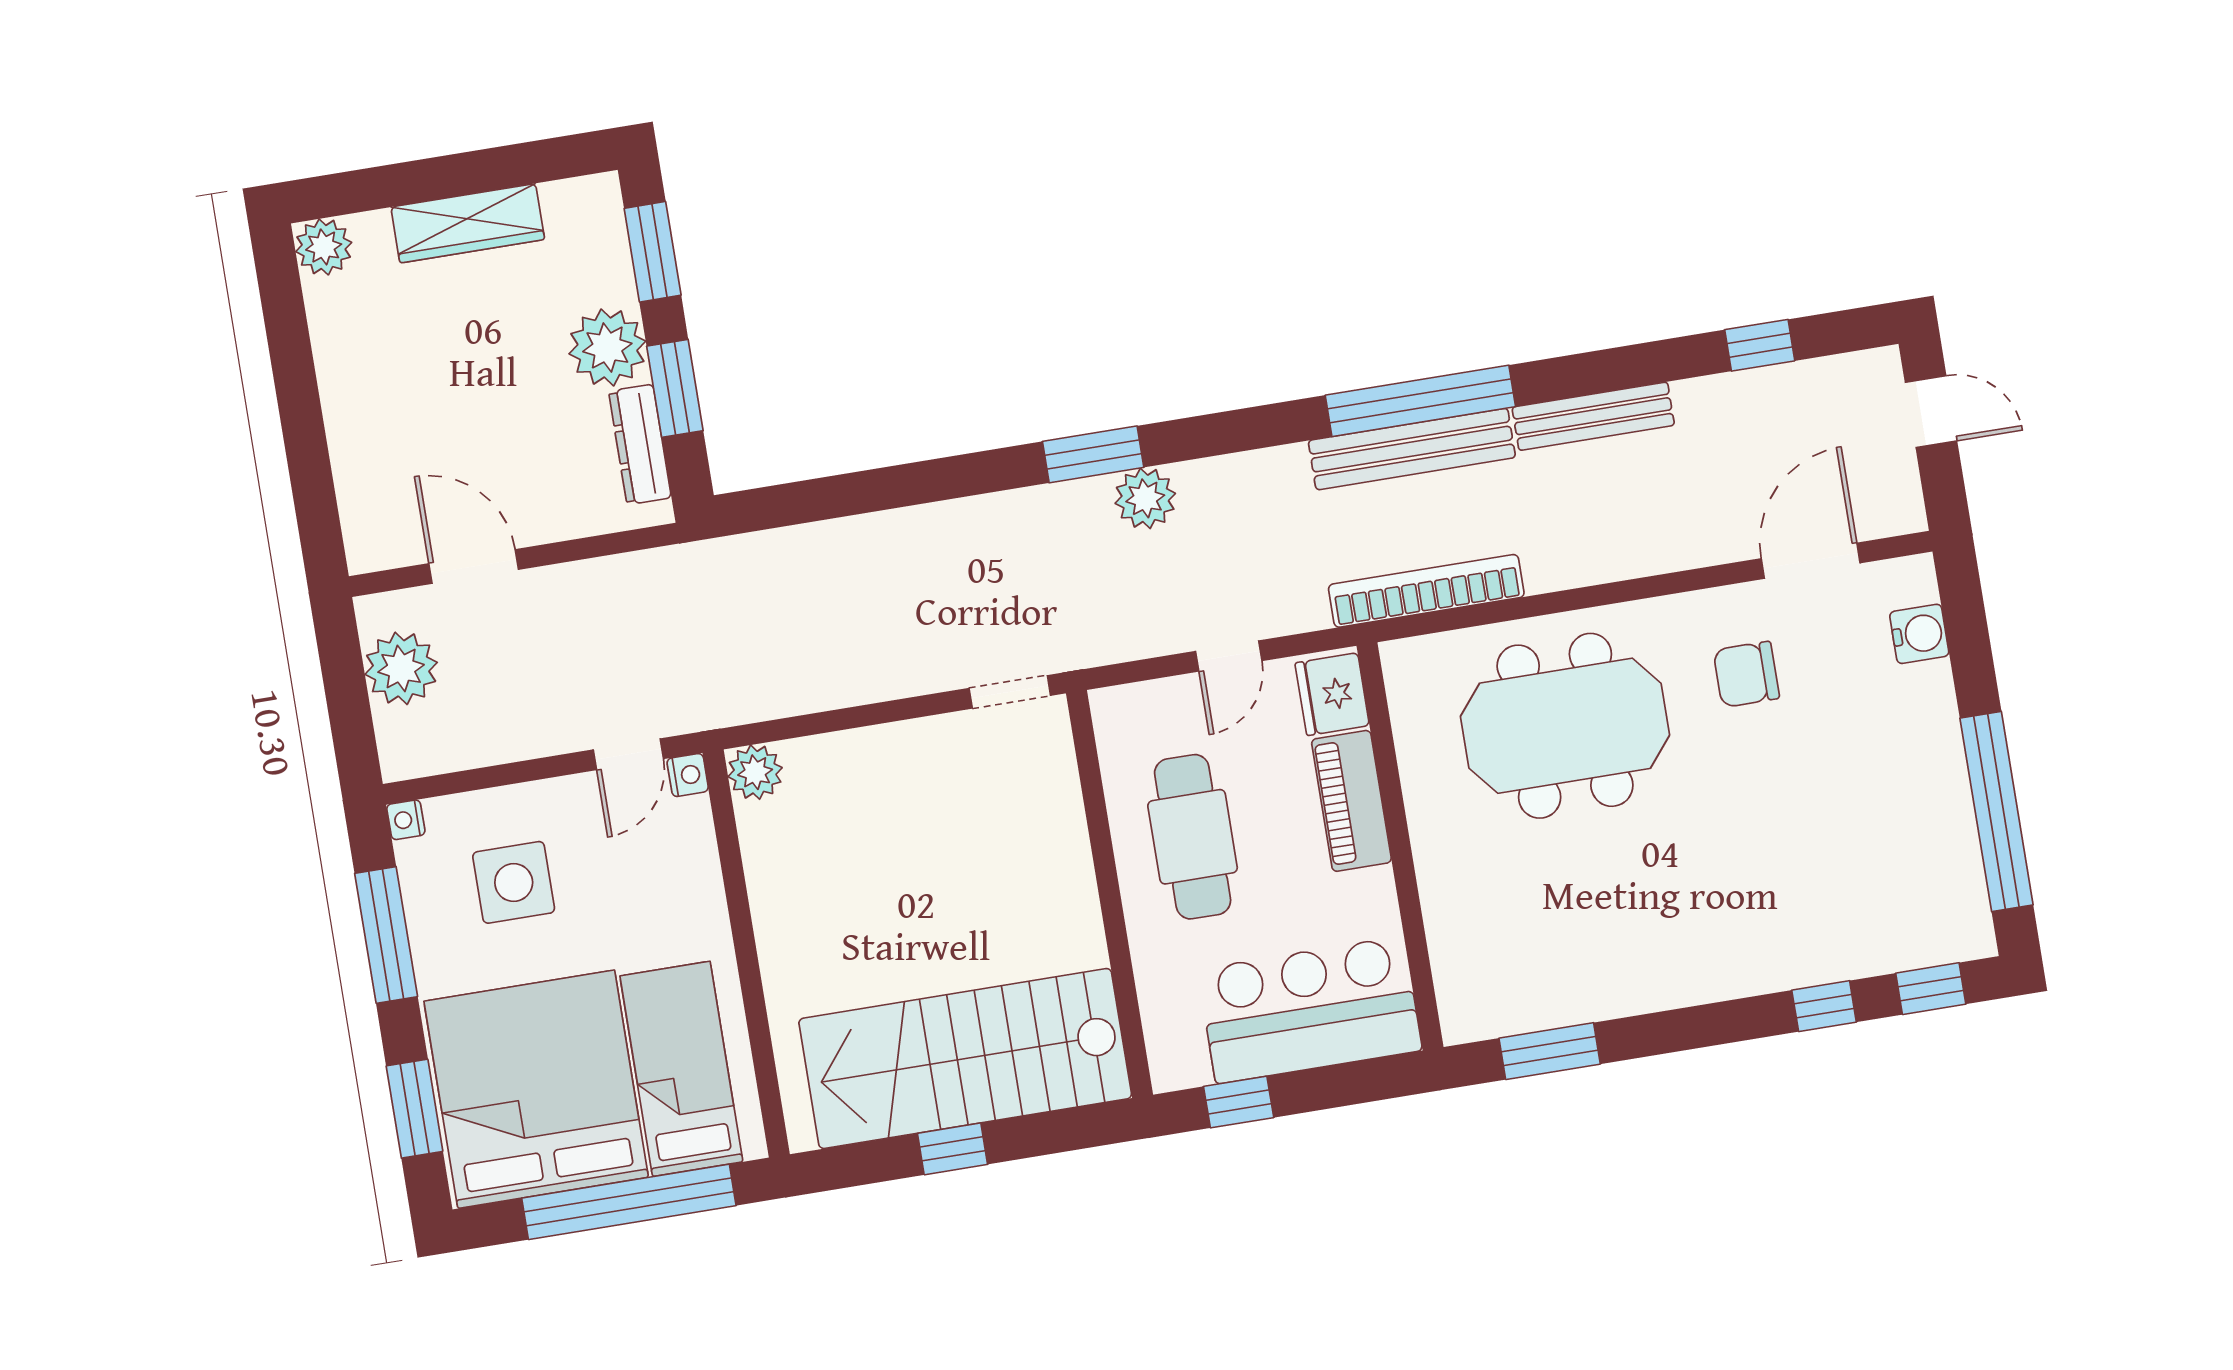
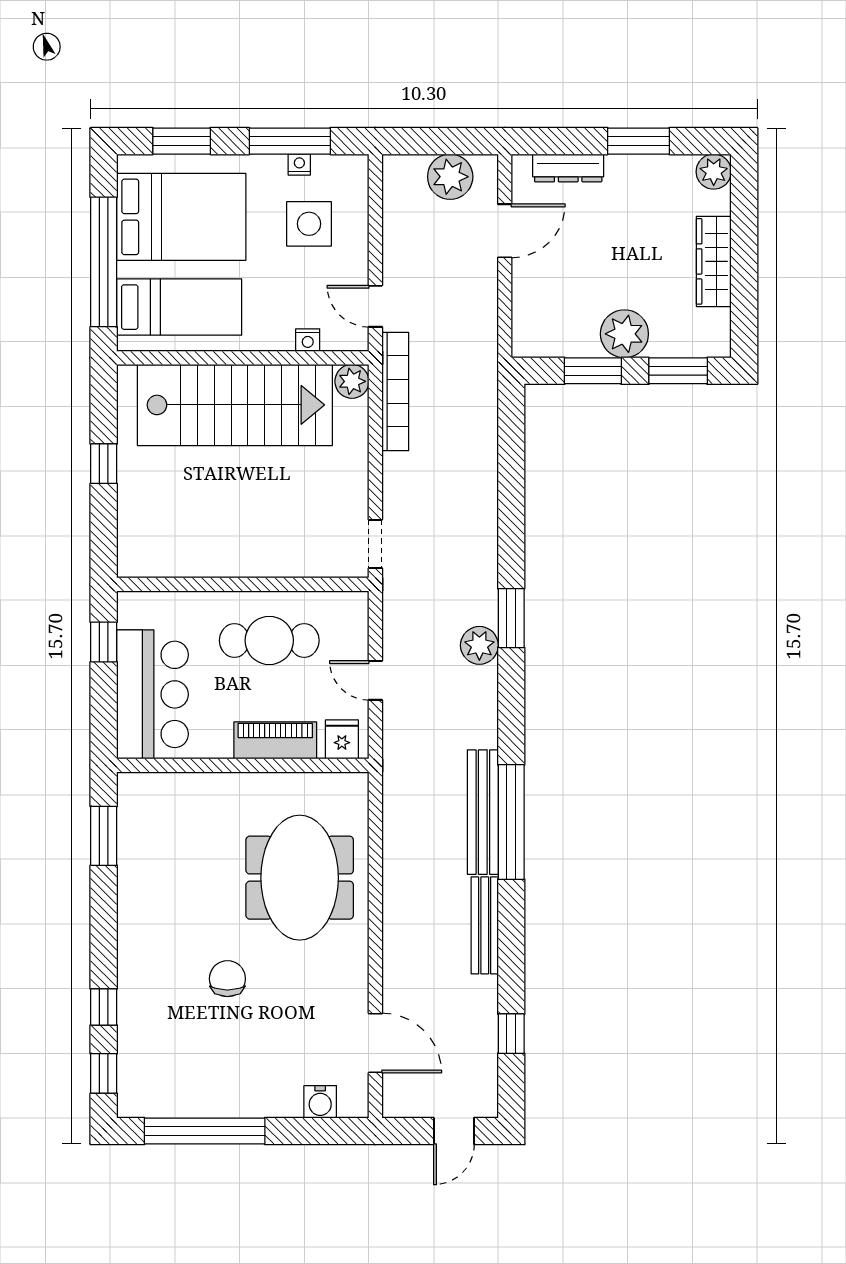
window: (295, 376) -> (638, 141), added
dresser: (640, 444) -> (568, 168), moved, turned 180
bookcase: (1426, 591) -> (395, 391), moved
chair: (1746, 674) -> (227, 979), moved
fridge: (1332, 694) -> (342, 739), width x0.72
nightstand: (688, 775) -> (308, 340), moved
nightstand: (406, 820) -> (299, 165), moved
stairs: (965, 1059) -> (235, 405), moved, turned 90
bed: (536, 1089) -> (181, 217), width x0.73

